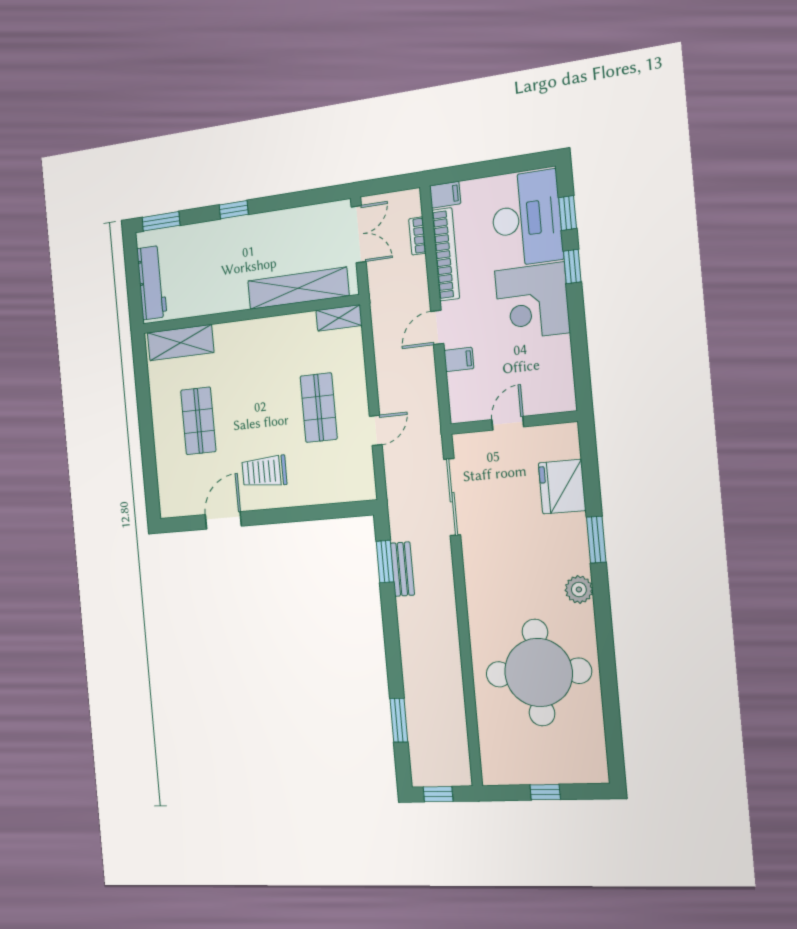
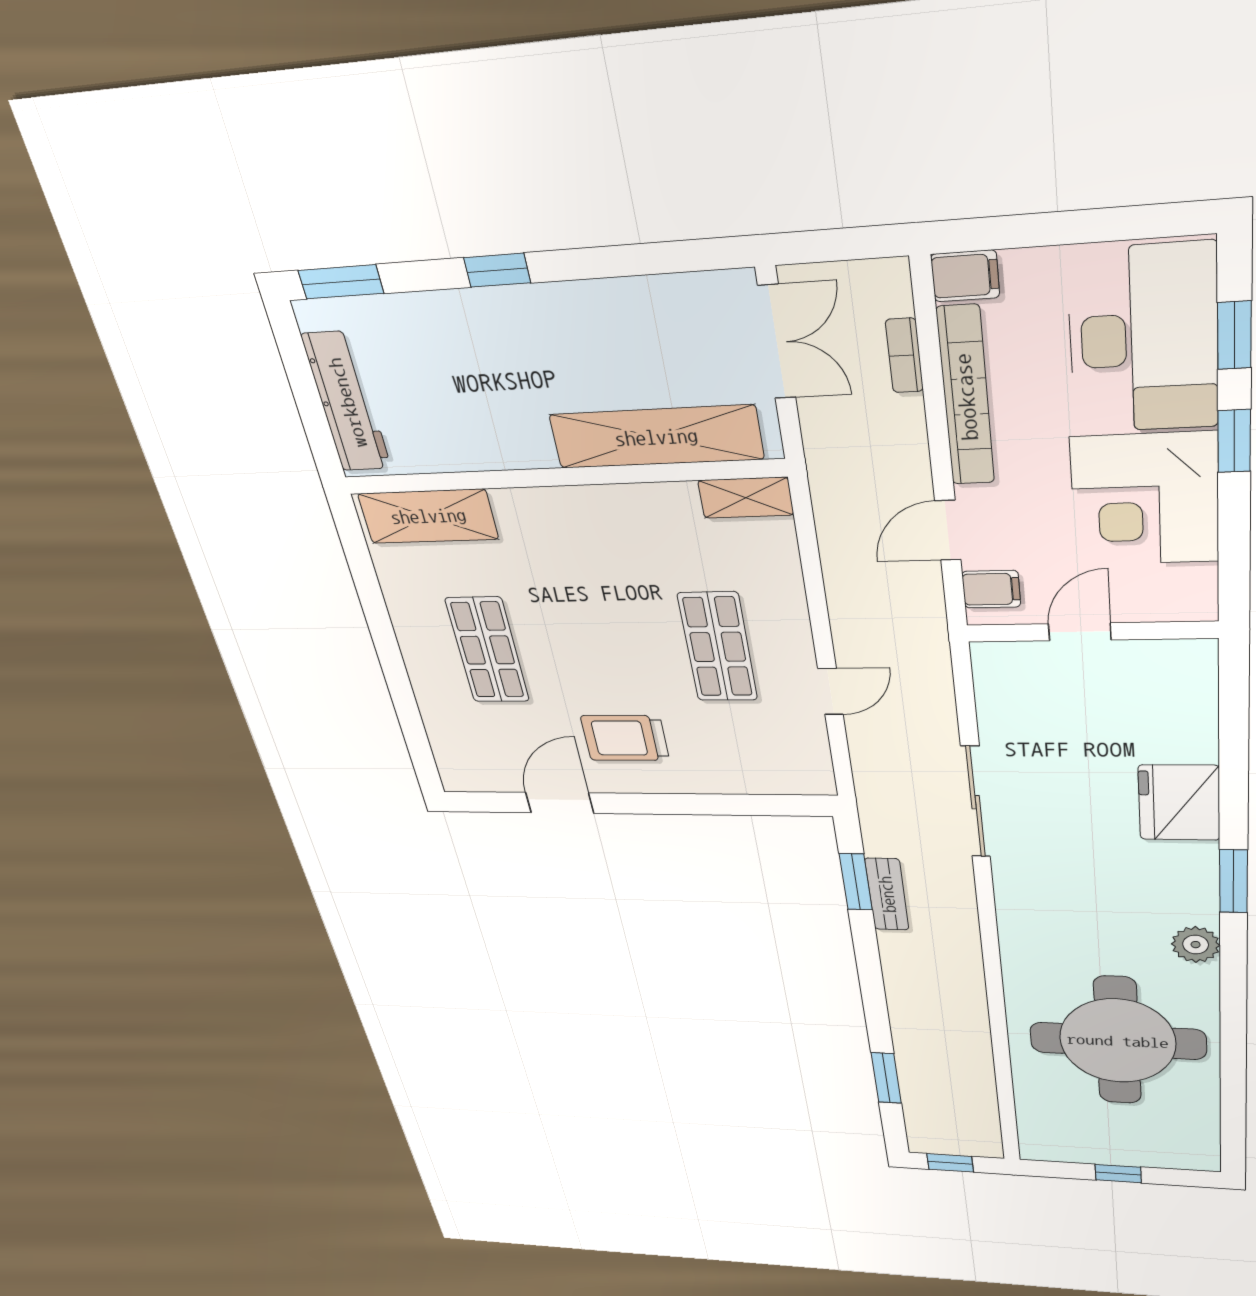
door: (508, 423) -> (1080, 632), moved
wall: (513, 423) -> (1091, 632), moved

